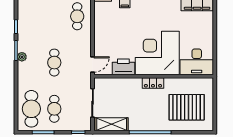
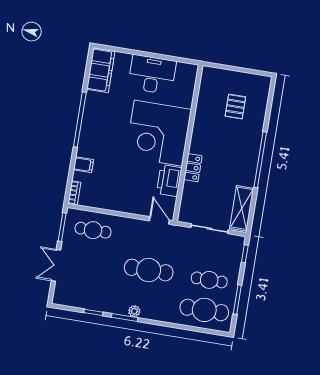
desk: (197, 62) -> (152, 75), moved, turned -90
cafe table: (54, 63) -> (149, 270), width x1.37, depth x1.35
locker: (153, 83) -> (193, 168), moved
pallet: (187, 107) -> (235, 107), width x0.49, depth x0.50

